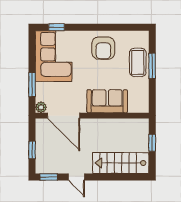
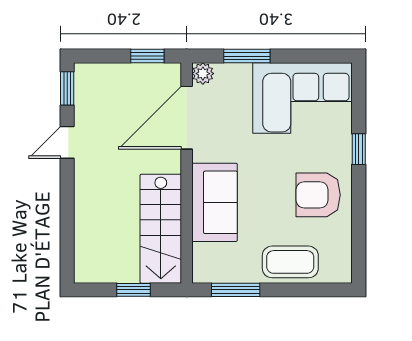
window: (56, 27) -> (359, 149), moved
window: (152, 66) -> (236, 290), moved
window: (32, 150) -> (147, 56), moved
stairs: (121, 163) -> (161, 229), moved, turned 180

